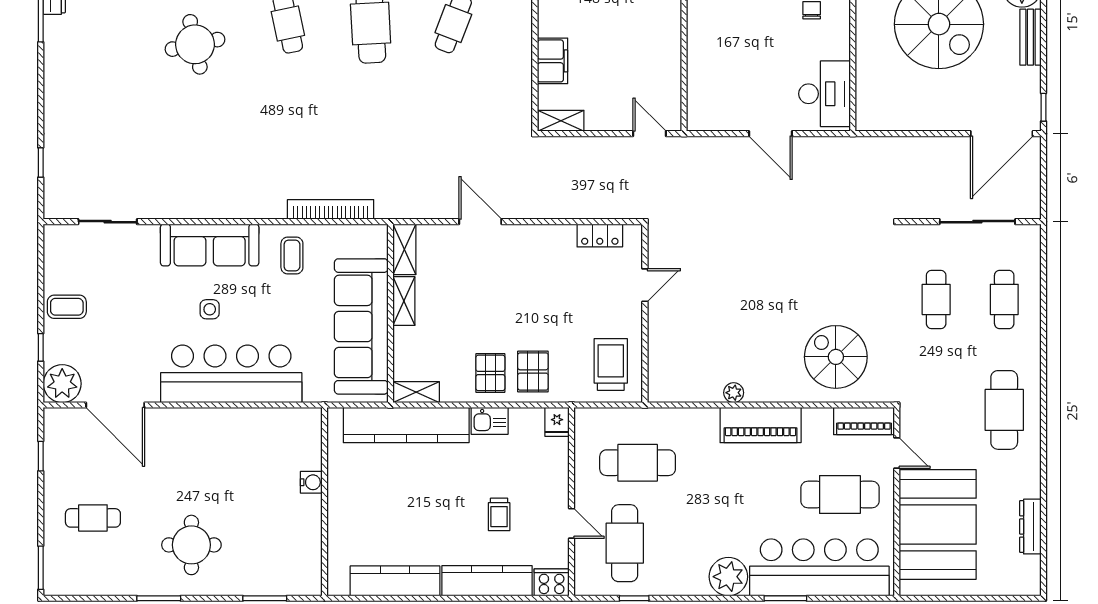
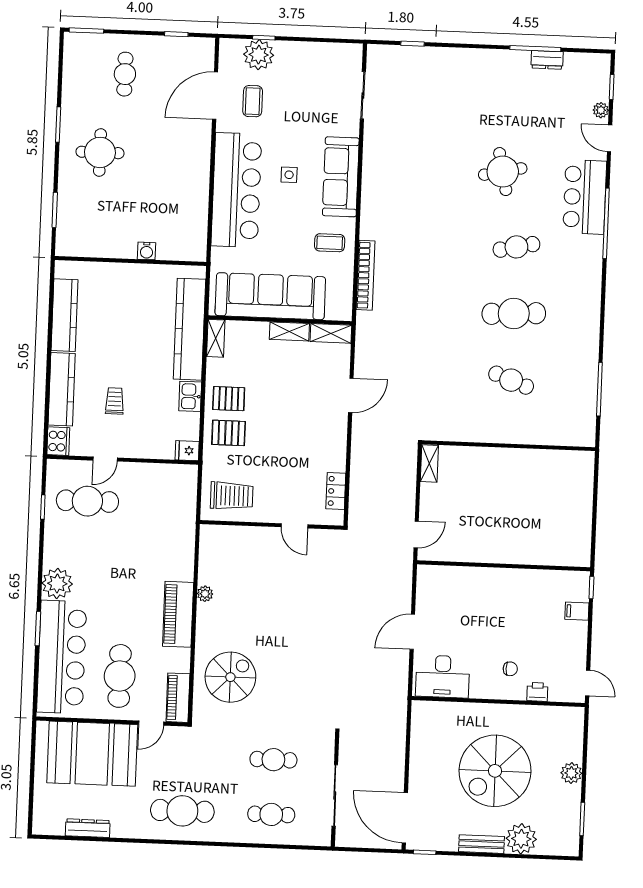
filing cabinet: (552, 61) -> (478, 459), removed
coffee table: (67, 307) -> (253, 101), moved
plant: (62, 384) -> (259, 55), moved
cafe table: (638, 463) -> (152, 514), removed
trolley: (499, 514) -> (115, 401), turned 90

